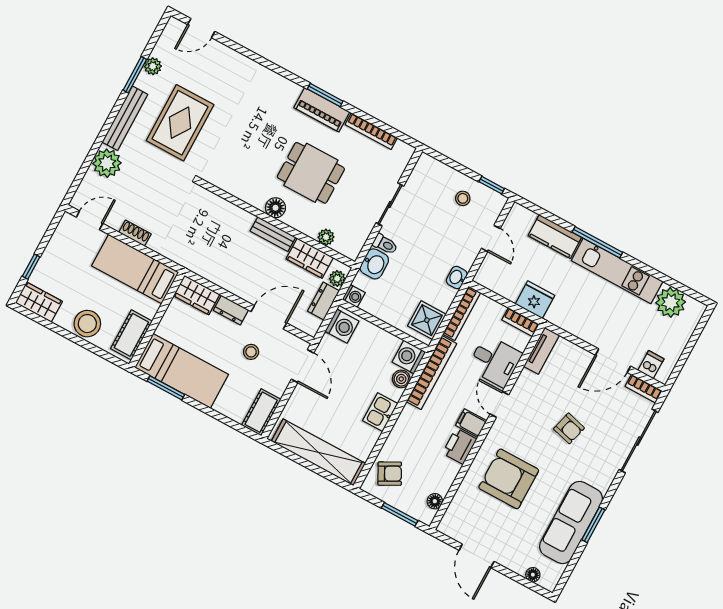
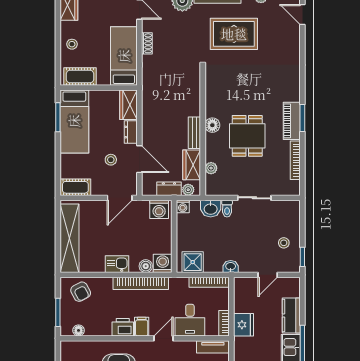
stool: (87, 324) -> (72, 44), width x0.53, depth x0.53
bookcase: (431, 373) -> (141, 283), moved

